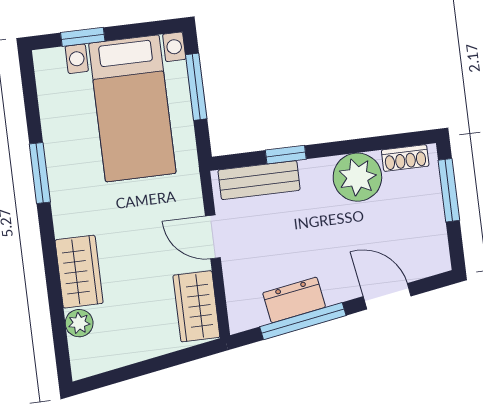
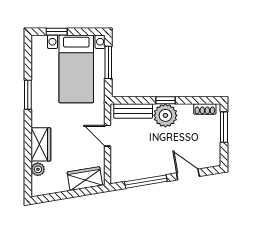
window: (286, 155) -> (166, 100), moved
plant: (357, 177) -> (165, 115), moved
dresser: (294, 300) -> (143, 171), removed
wardrobe: (196, 306) -> (85, 179), moved, turned 81

